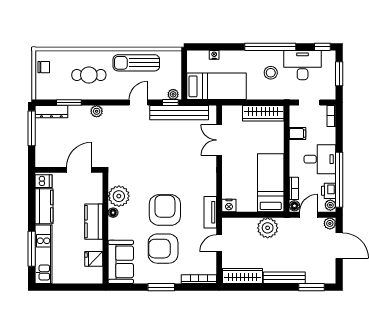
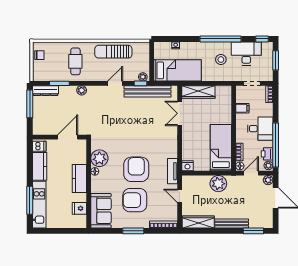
cafe table: (89, 75) -> (75, 61), turned 90
wardrobe: (263, 113) -> (198, 92), moved
door: (219, 243) -> (180, 196), hinge flipped

